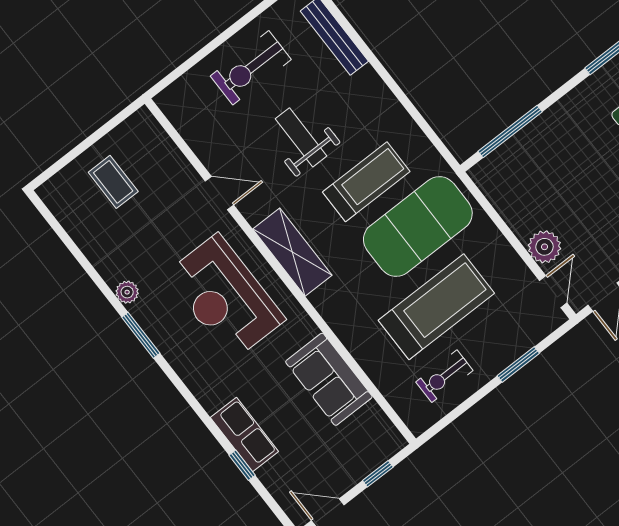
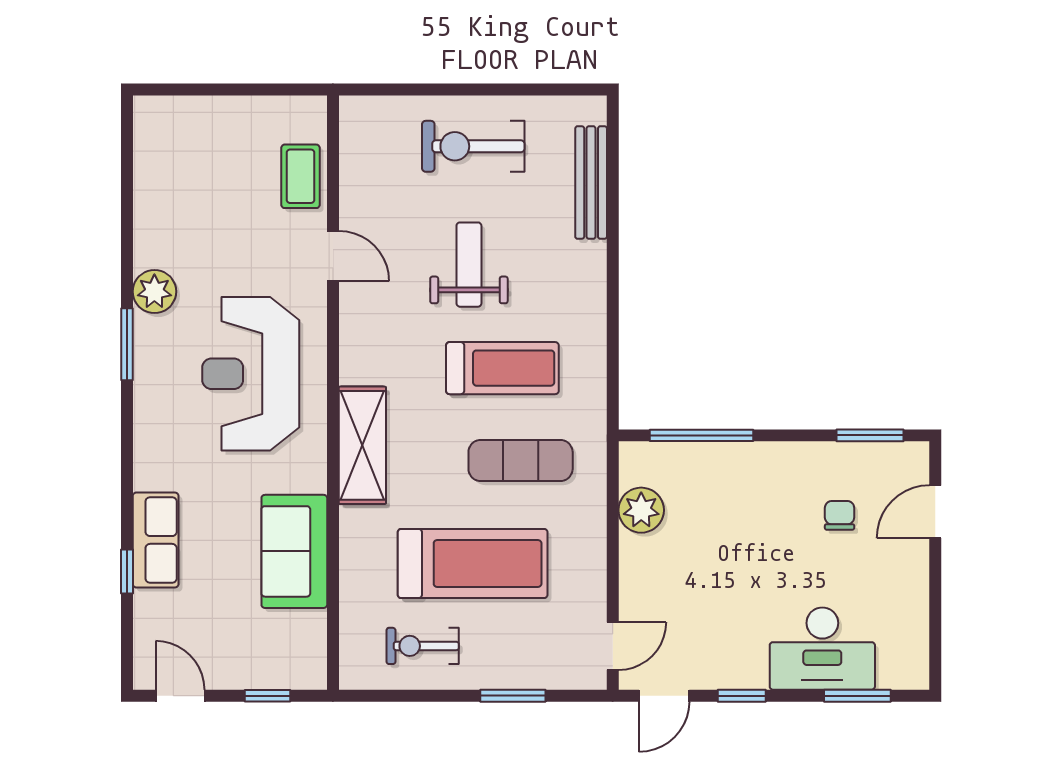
coffee table: (113, 182) -> (300, 176), moved
exercise mat: (418, 227) -> (521, 461), width x0.50, depth x0.69
plant: (544, 247) -> (641, 510), moved
shelving: (292, 252) -> (362, 445), moved
plant: (127, 292) -> (154, 292), width x1.38, depth x1.38

